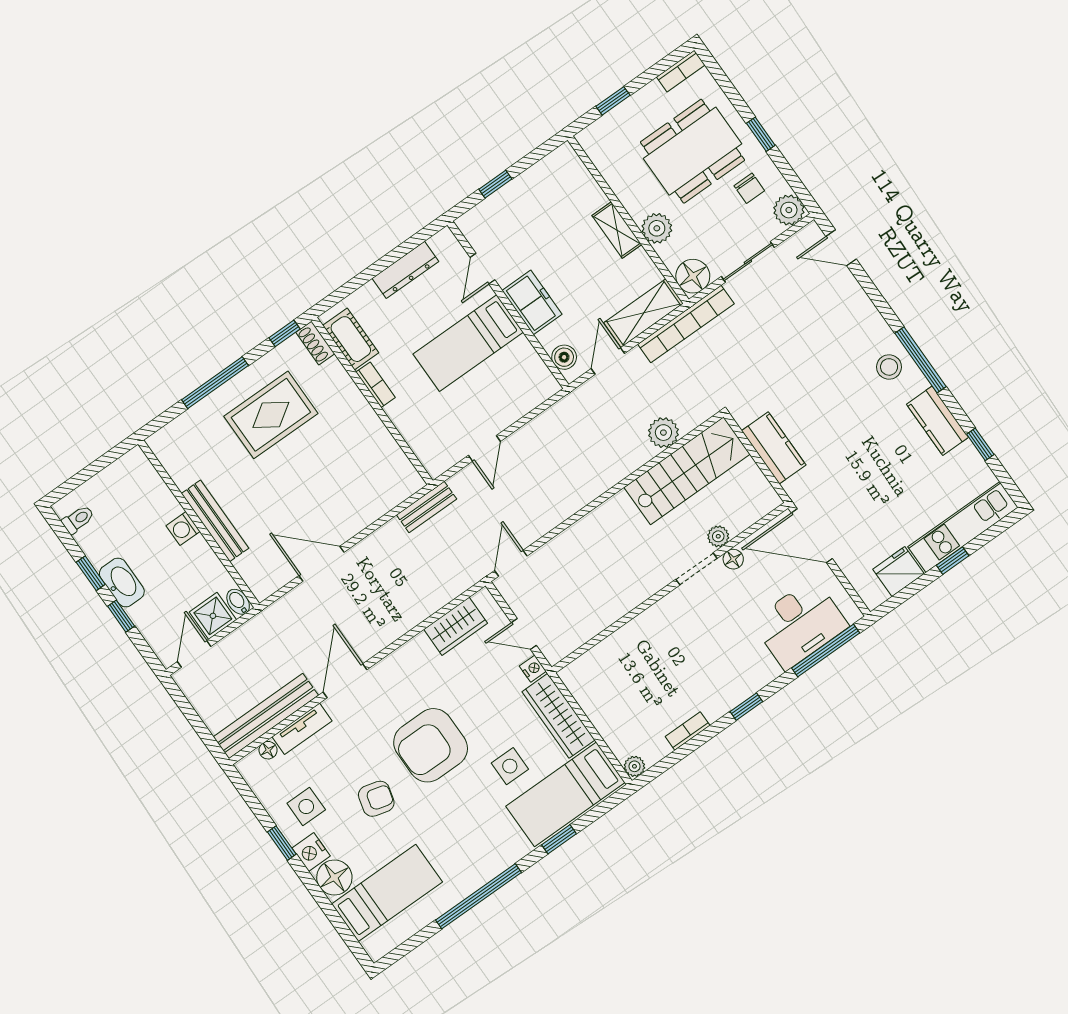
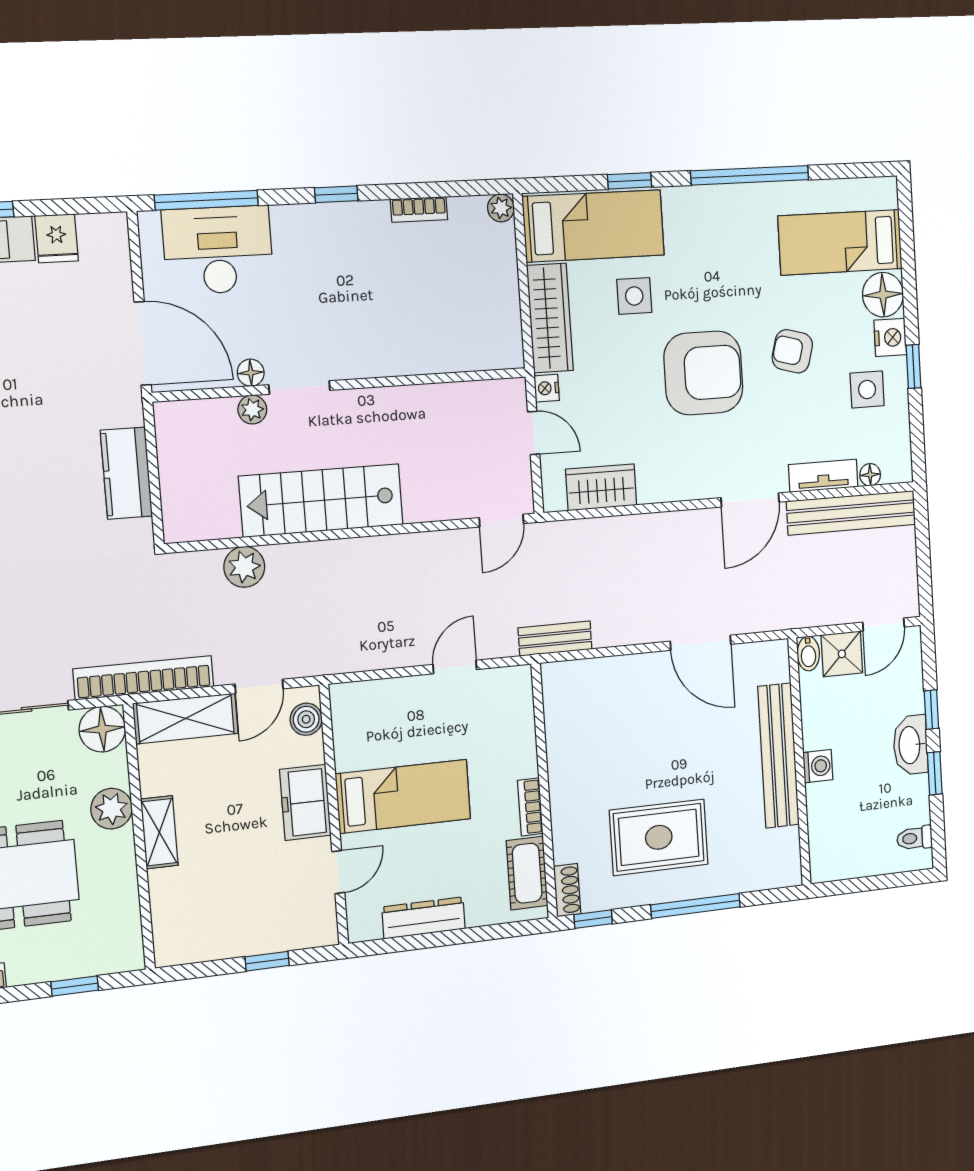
stairs: (687, 471) -> (321, 500), moved
bench: (215, 521) -> (778, 756), width x1.37, depth x1.21
fridge: (898, 571) -> (57, 238), width x0.72

